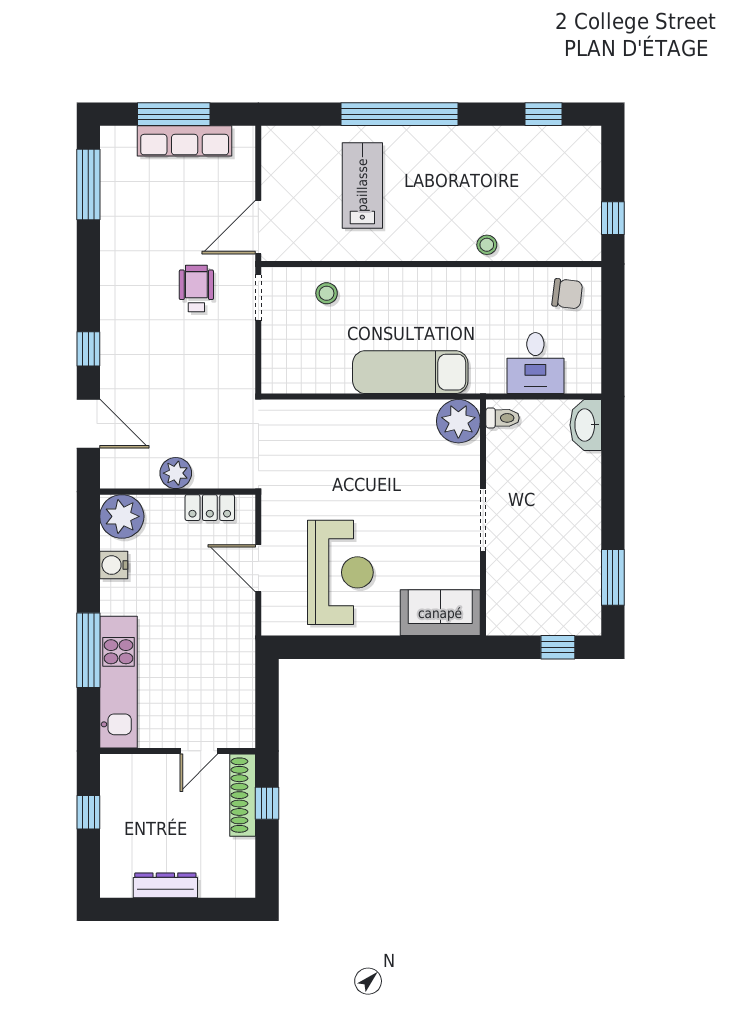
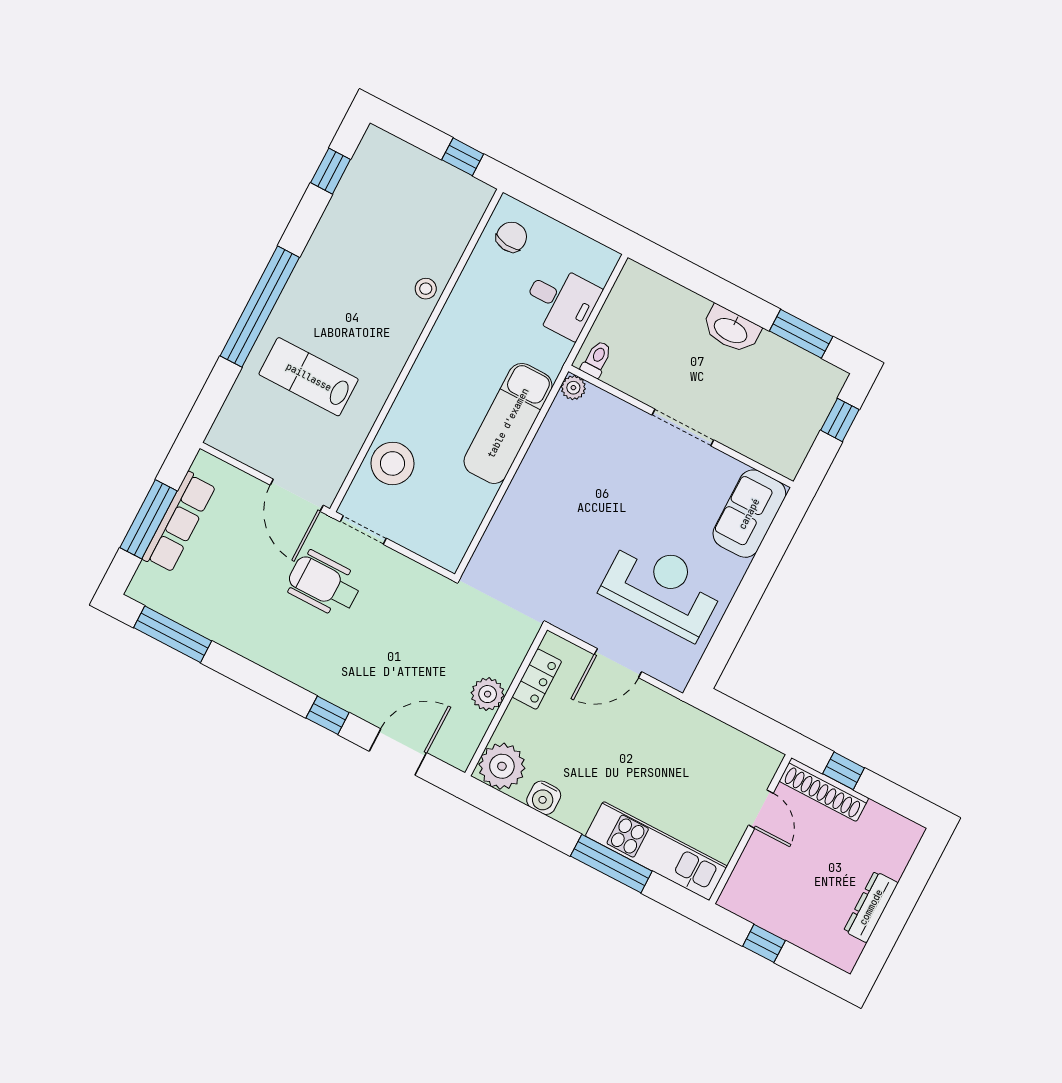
wheelchair: (196, 289) -> (324, 584), width x1.36, depth x1.37
stool: (327, 293) -> (392, 463), width x1.89, depth x1.89
plant: (458, 421) -> (573, 388), width x0.53, depth x0.53
washbasin: (586, 425) -> (731, 330), moved

